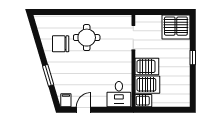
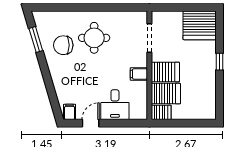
filing cabinet: (124, 68) -> (139, 74), added
window: (48, 75) -> (36, 39), moved
desk: (119, 94) -> (115, 105), moved

